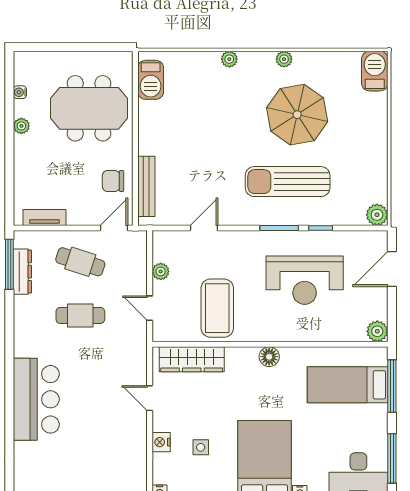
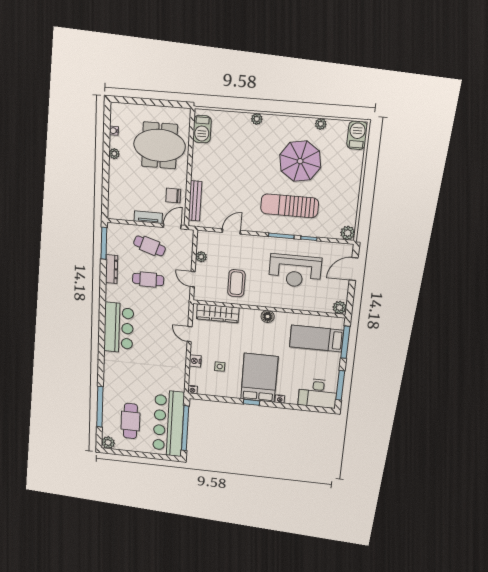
plant: (284, 59) -> (321, 124), moved
tv unit: (44, 217) -> (148, 217), moved
dresser: (22, 272) -> (112, 269), moved
coffee table: (217, 308) -> (236, 283), width x0.73, depth x0.76

